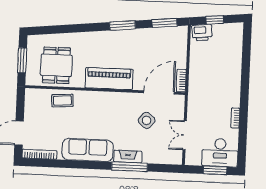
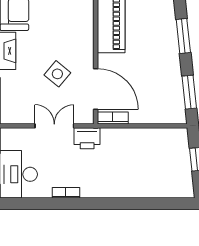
printer: (202, 33) -> (87, 138), moved, turned -84
double door: (185, 135) -> (54, 126), moved

